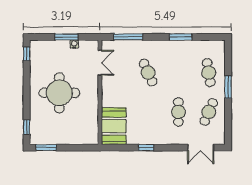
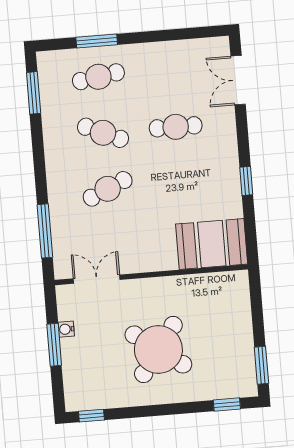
window: (181, 37) -> (34, 93), moved
window: (228, 87) -> (97, 41), moved
round table: (59, 93) -> (158, 349), turned 36
cafe table: (209, 112) -> (103, 133), moved
double door: (201, 148) -> (238, 80), swing flipped

